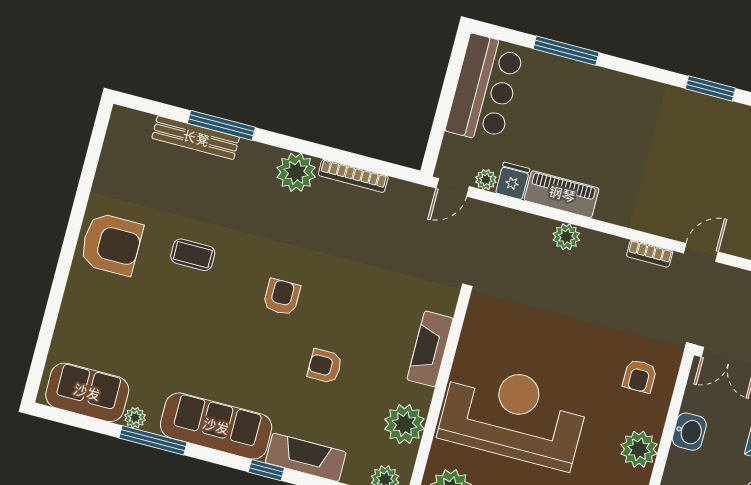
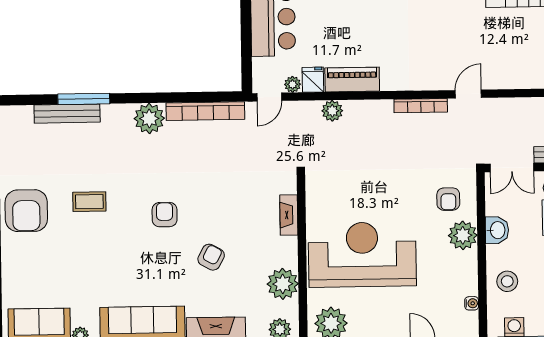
bookcase: (353, 176) -> (205, 111), width x1.48, depth x1.31
plant: (566, 237) -> (332, 111), moved
armchair: (111, 244) -> (26, 211), turned 90
bookcase: (650, 254) -> (421, 106), width x1.56
fireplace: (430, 349) -> (289, 215), width x0.73, depth x0.76
armchair: (325, 366) -> (211, 257), turned 119
plant: (639, 449) -> (463, 235), moved

